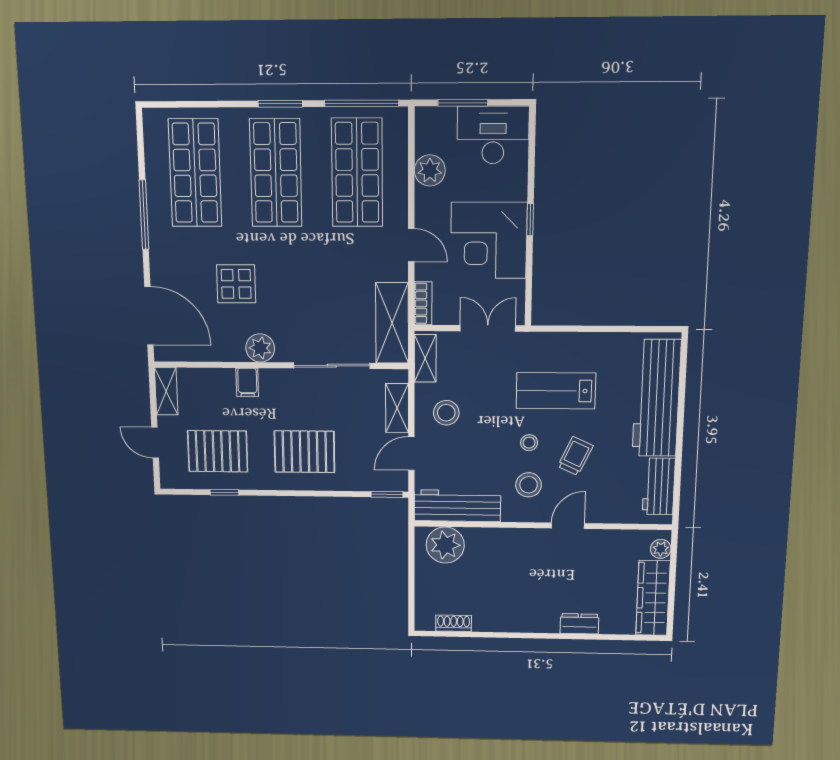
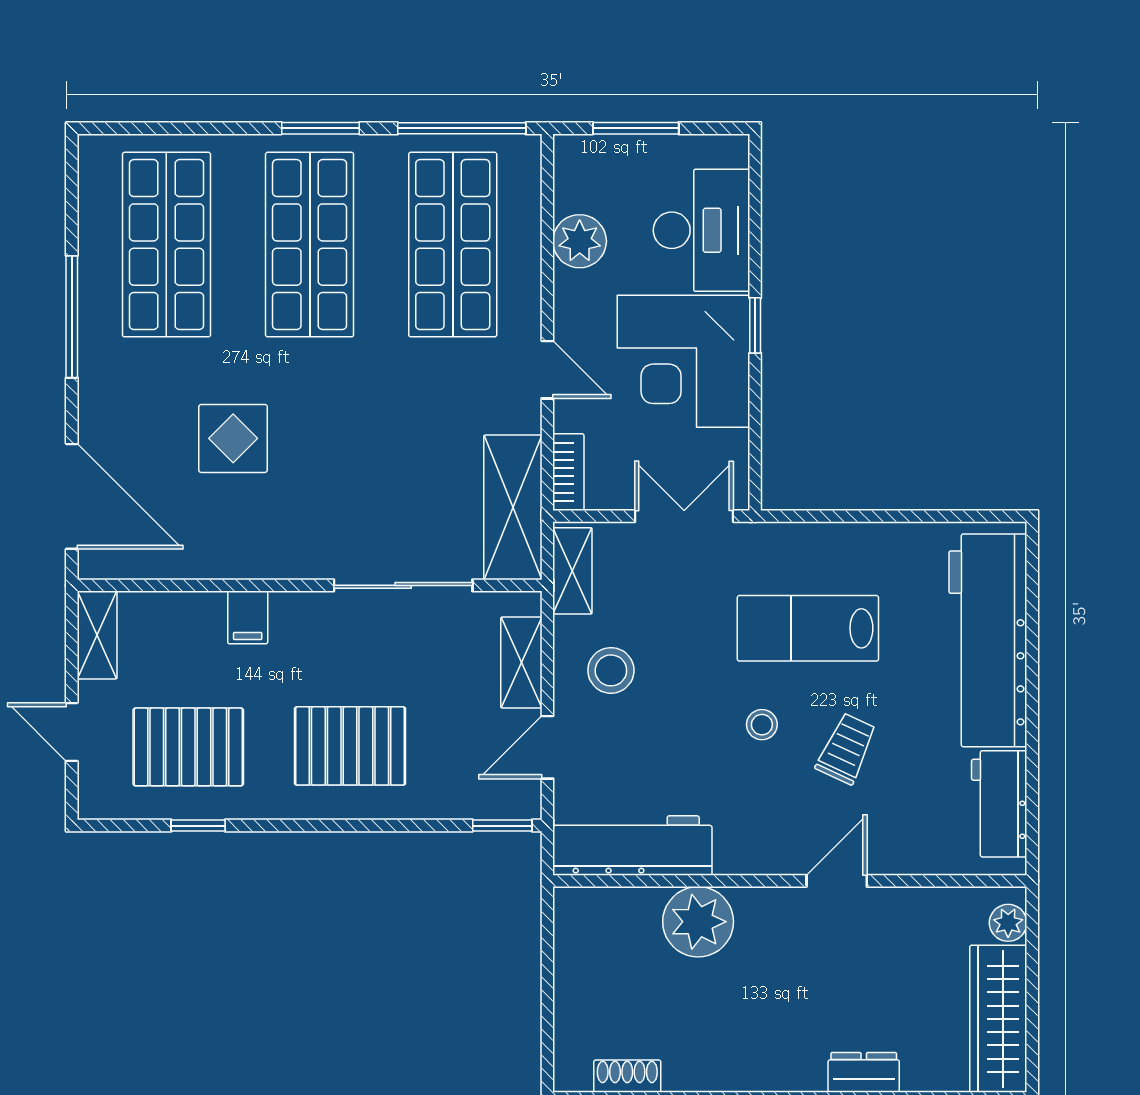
desk: (493, 135) -> (702, 230), moved, turned 90
plant: (260, 348) -> (273, 554), removed
stool: (529, 485) -> (763, 804), removed
plant: (445, 545) -> (698, 922), moved

